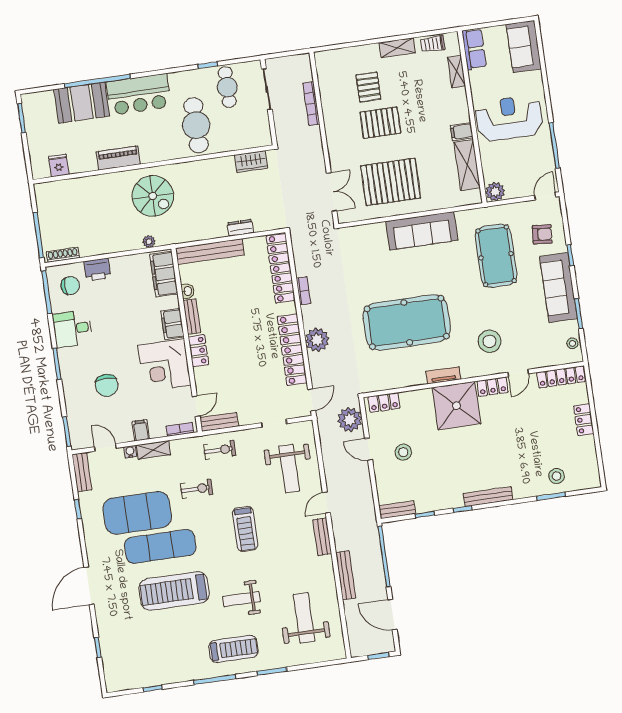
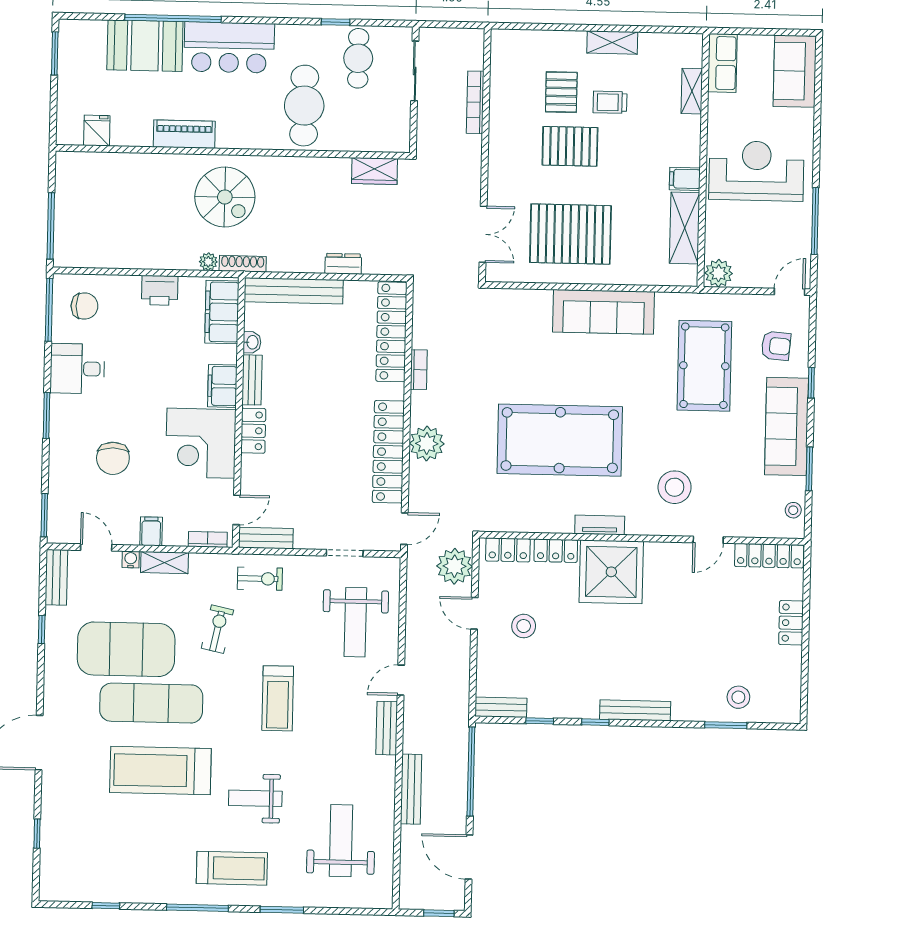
trolley: (433, 44) -> (610, 102), moved
shoe rack: (63, 255) -> (243, 264), moved
printer: (97, 270) -> (160, 290), moved
locker: (492, 387) -> (556, 551), moved
exercise bike: (197, 489) -> (218, 629), turned -78

